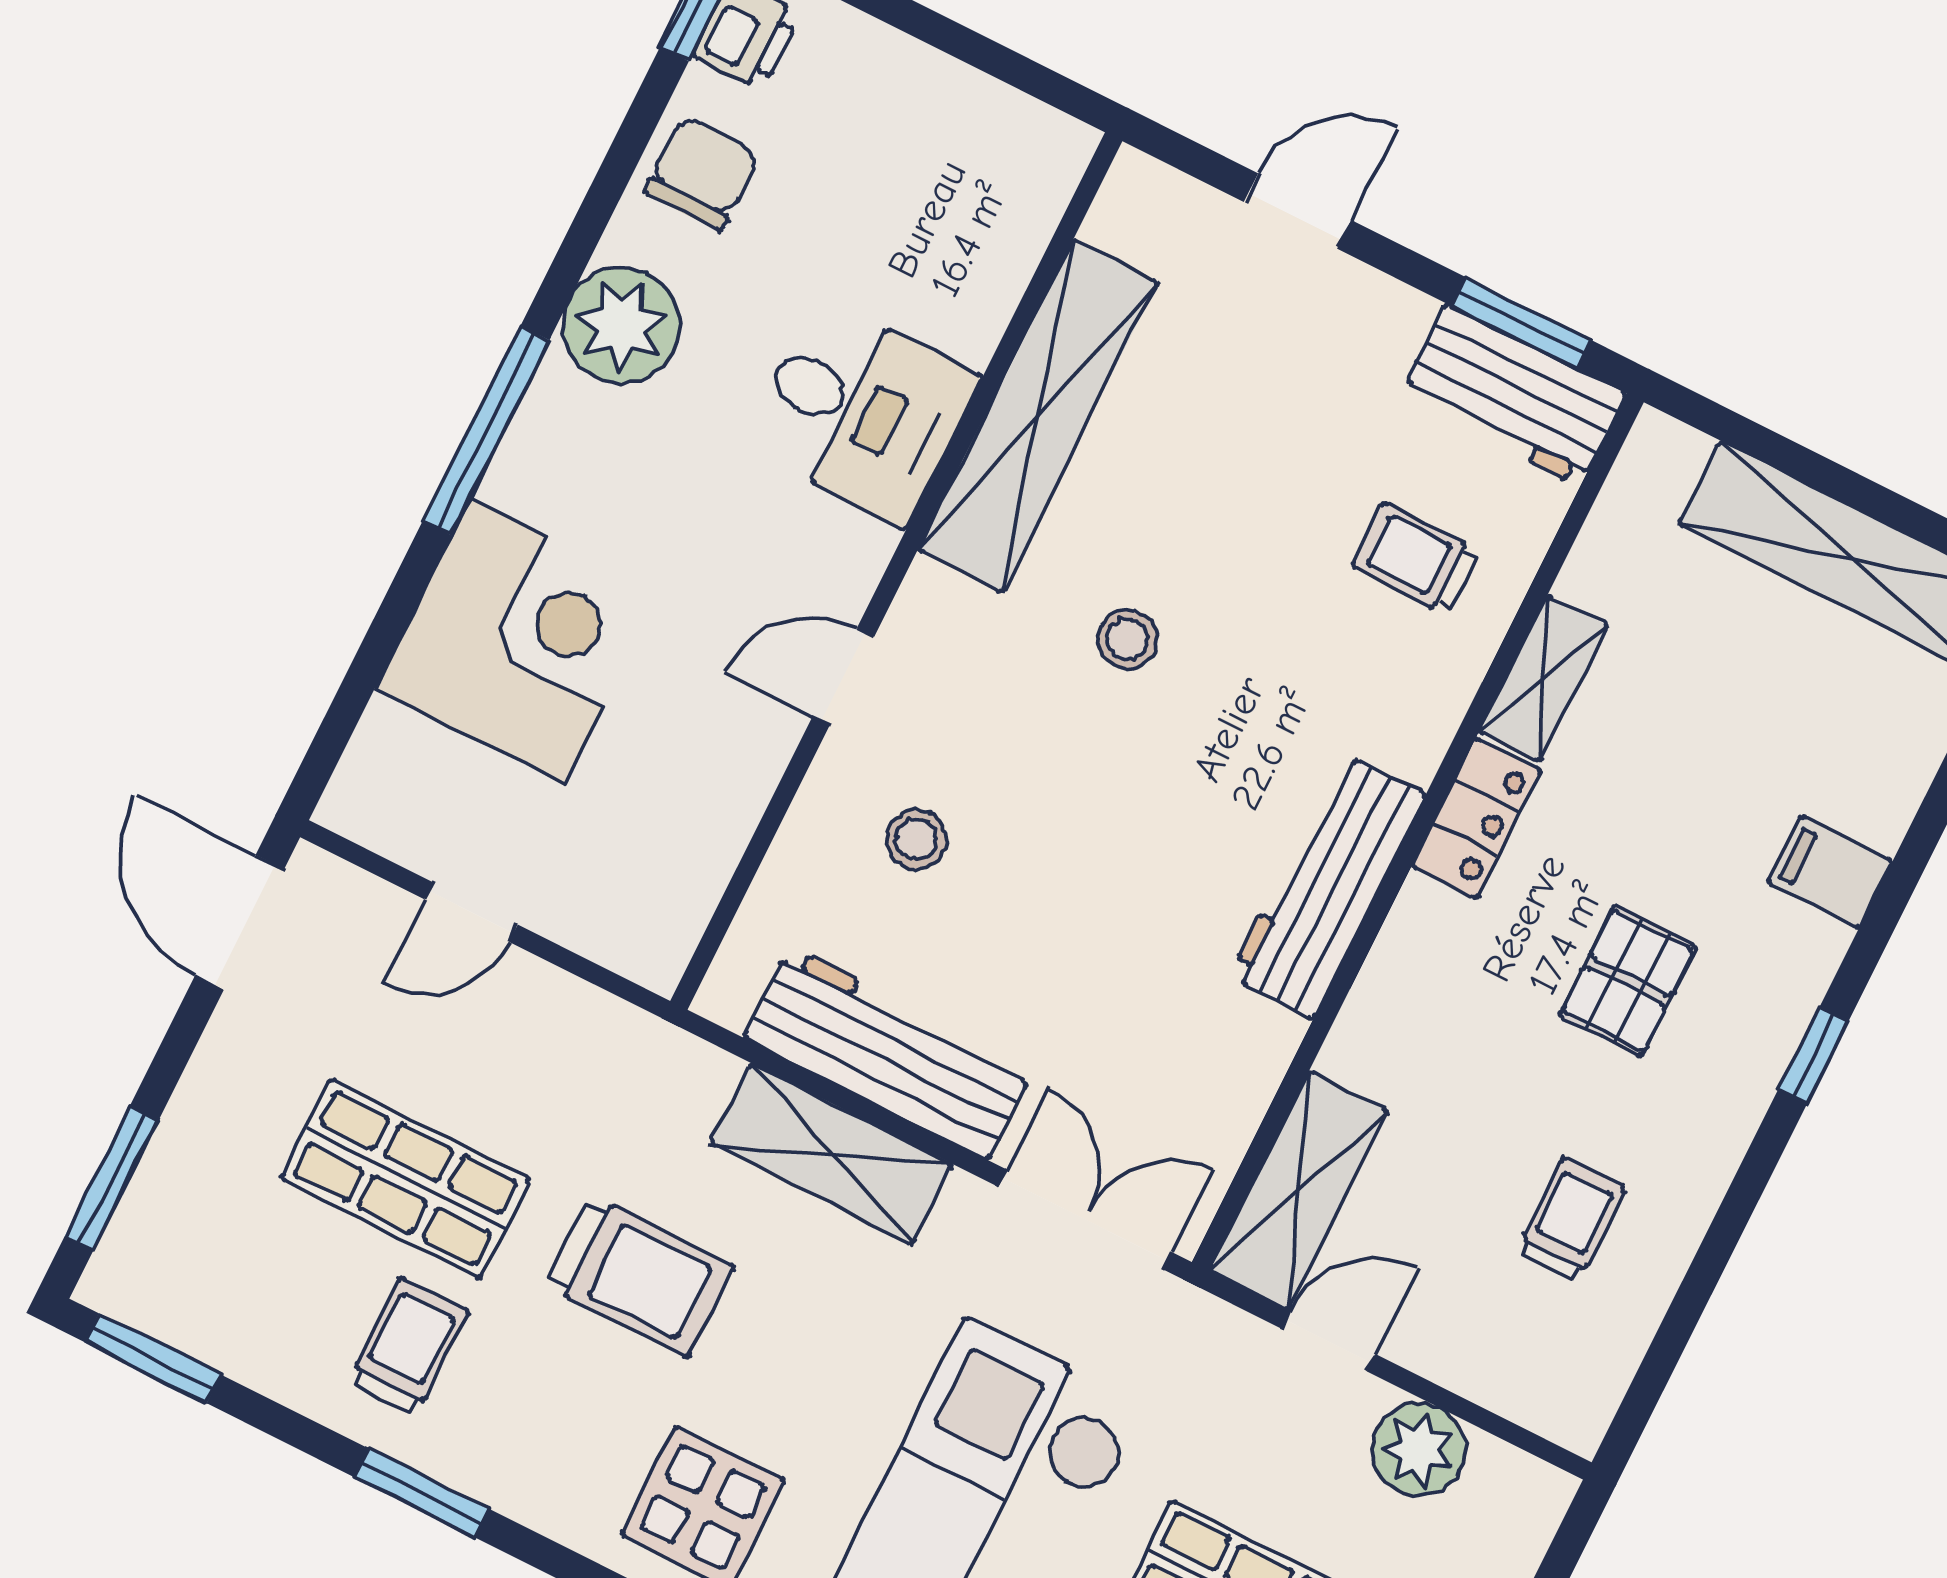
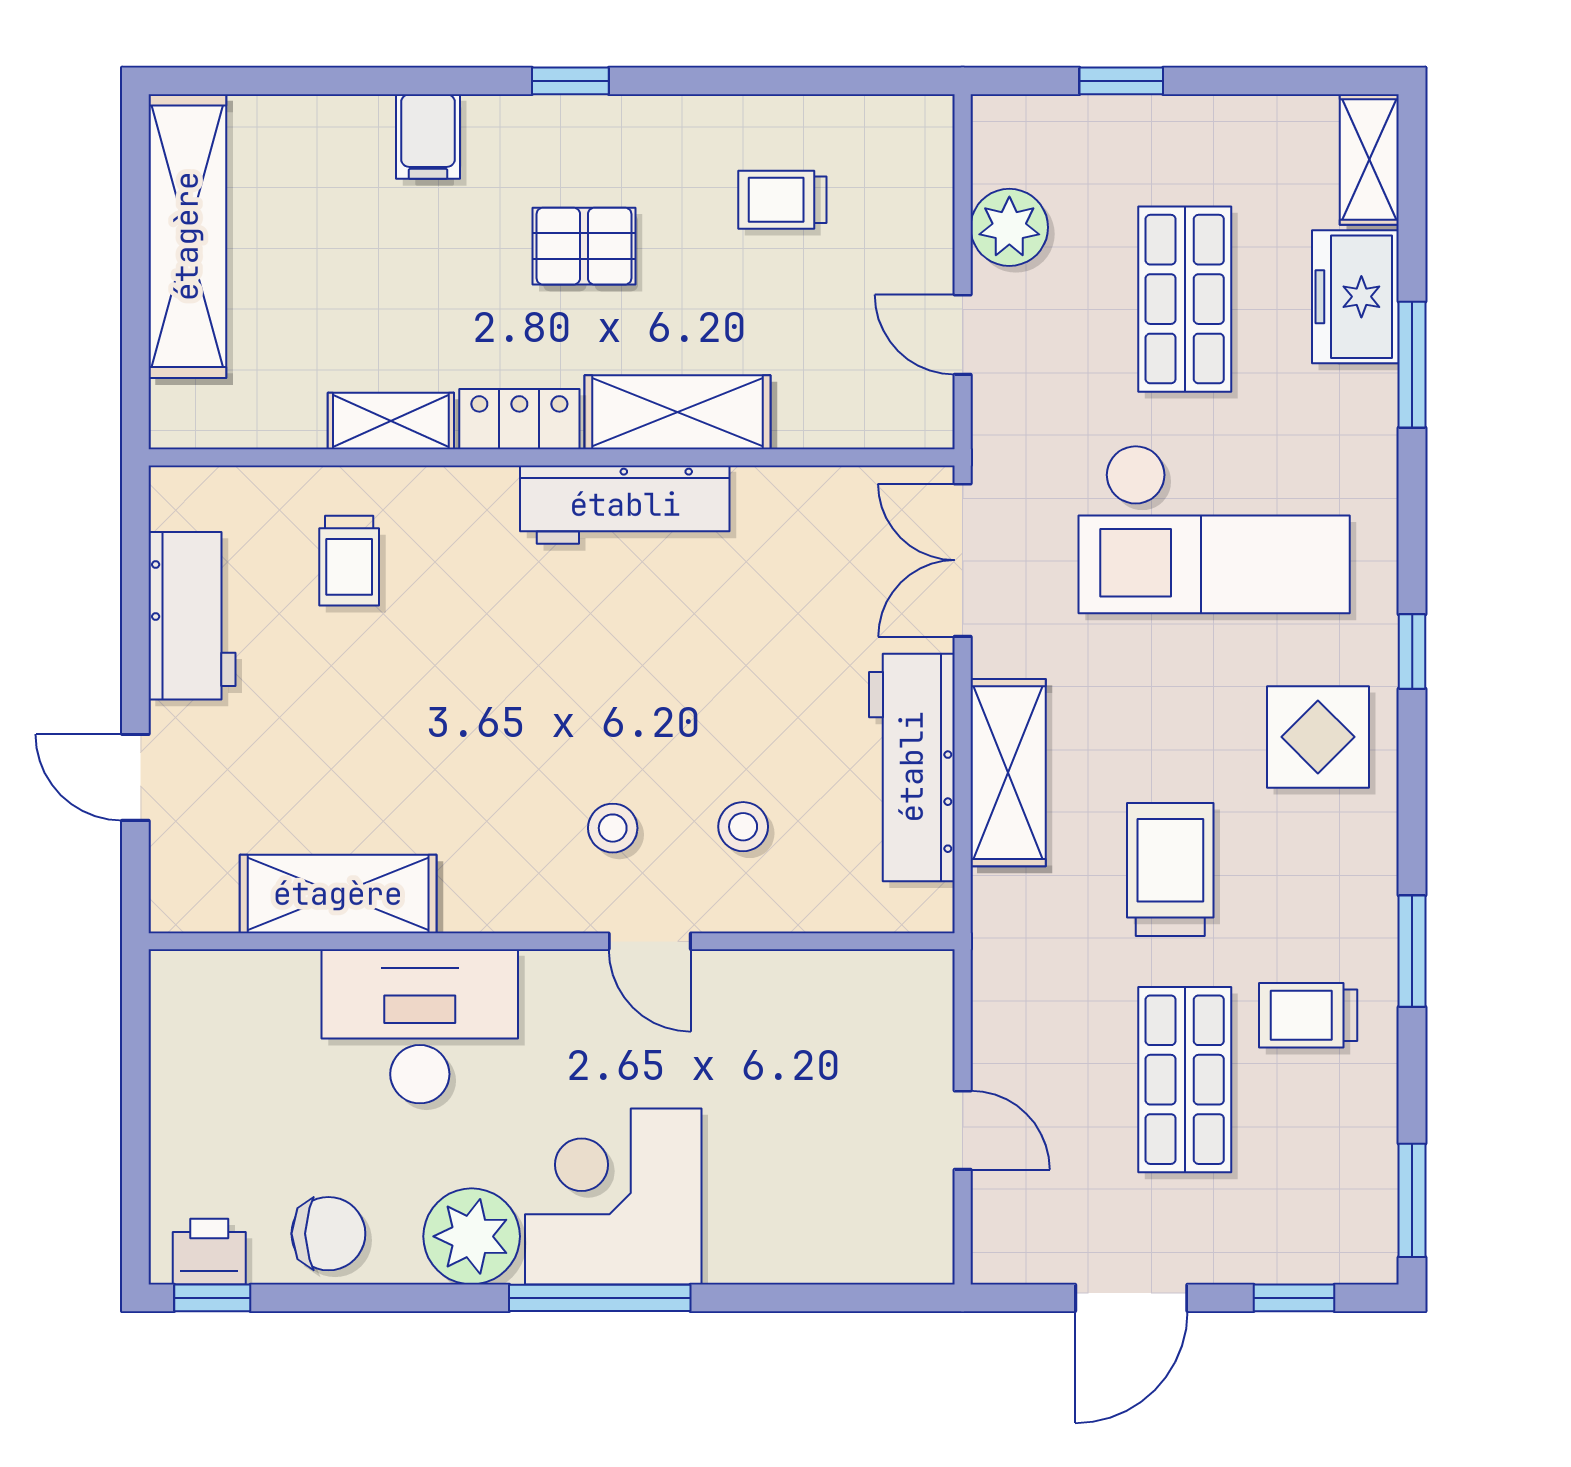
chair: (702, 173) -> (328, 1234), turned 180
window: (1522, 323) -> (135, 569), removed
workbench: (1513, 395) -> (192, 616), moved
desk: (861, 412) -> (420, 1026), width x1.37
shelving: (1038, 416) -> (338, 894), width x0.68
stool: (1128, 639) -> (613, 828), moved
corner desk: (517, 641) -> (613, 1196), moved
door: (240, 922) -> (1131, 1298), moved
window: (111, 1179) -> (1294, 1298), width x0.67
shelving: (1299, 1191) -> (678, 412), moved

